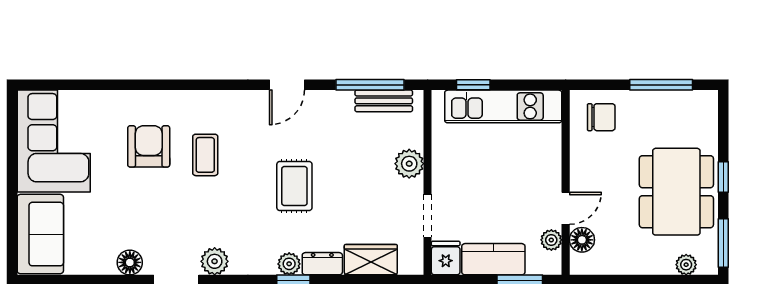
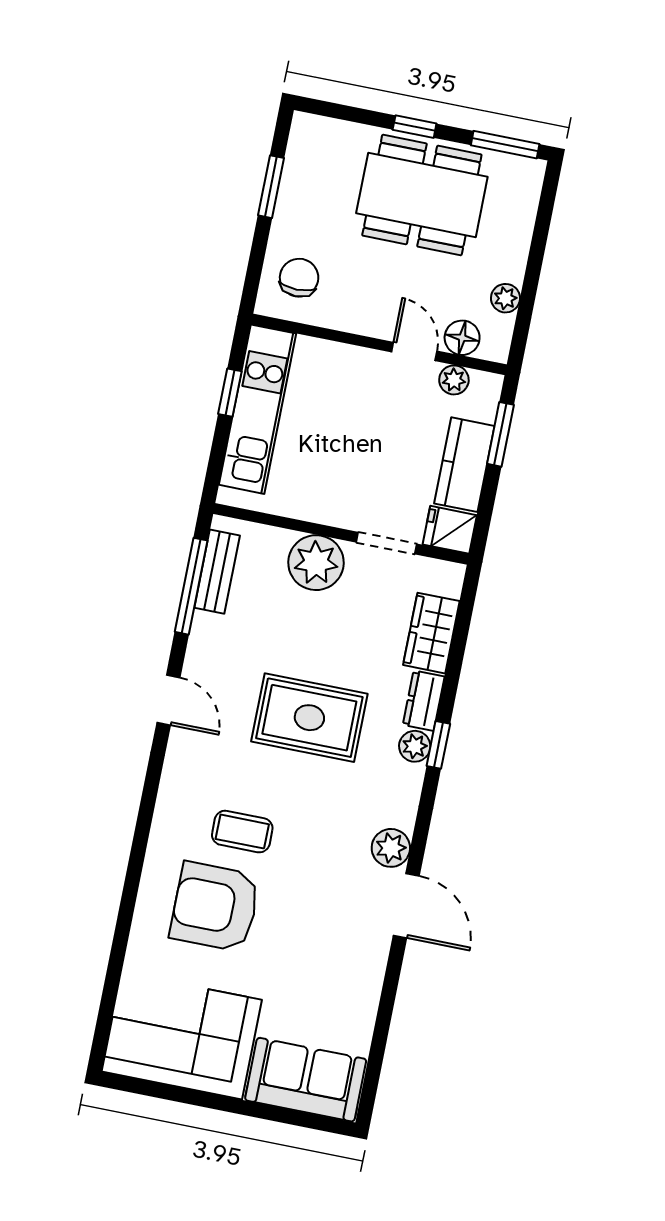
window: (473, 85) -> (230, 393), moved
window: (661, 85) -> (271, 187), width x0.69
armchair: (149, 146) -> (215, 907), width x1.36, depth x1.36
plant: (409, 164) -> (316, 563), width x1.36, depth x1.36
rug: (294, 186) -> (309, 718), width x1.36, depth x1.43
floor lamp: (130, 262) -> (369, 965), removed
plant: (686, 265) -> (505, 298), moved

